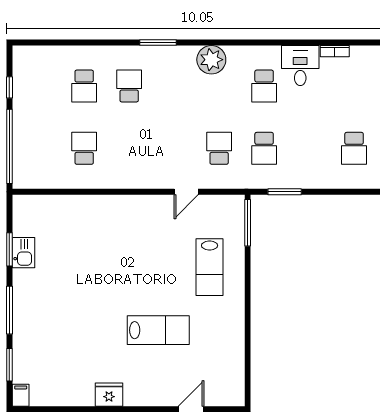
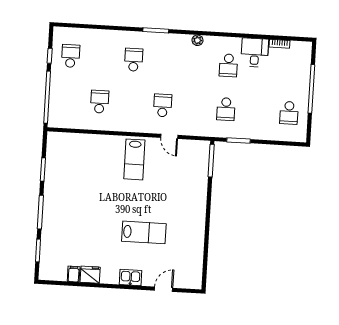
plant: (211, 60) -> (198, 40), width x0.53, depth x0.53
school desk: (84, 86) -> (71, 56), moved, turned 180
school desk: (219, 148) -> (163, 105), moved
door: (186, 192) -> (169, 136), hinge flipped
kitchen sink: (23, 253) -> (130, 277), moved, turned -90
lab bench: (210, 267) -> (134, 159), moved
filing cabinet: (21, 395) -> (74, 274), moved
fridge: (109, 395) -> (90, 275), moved

